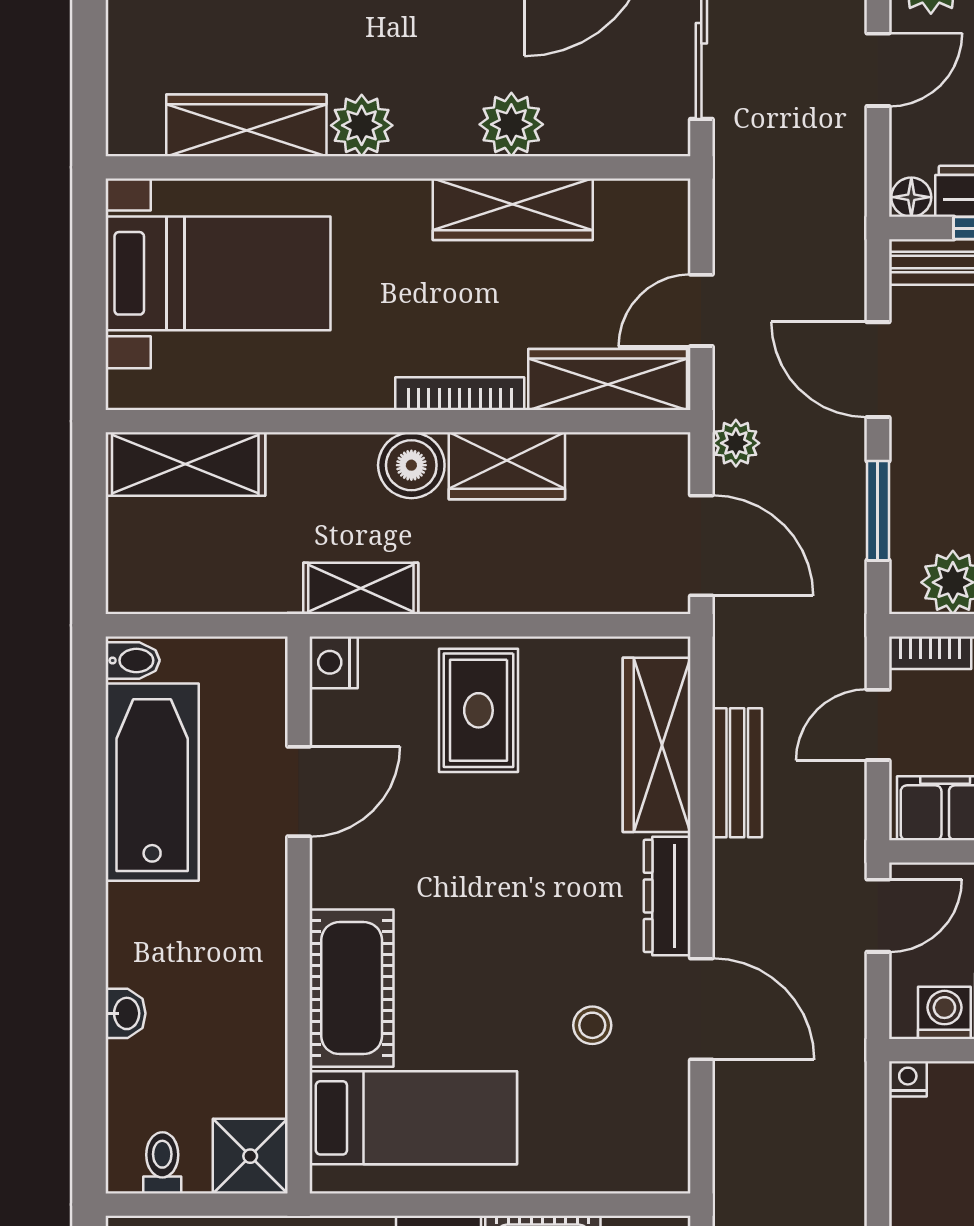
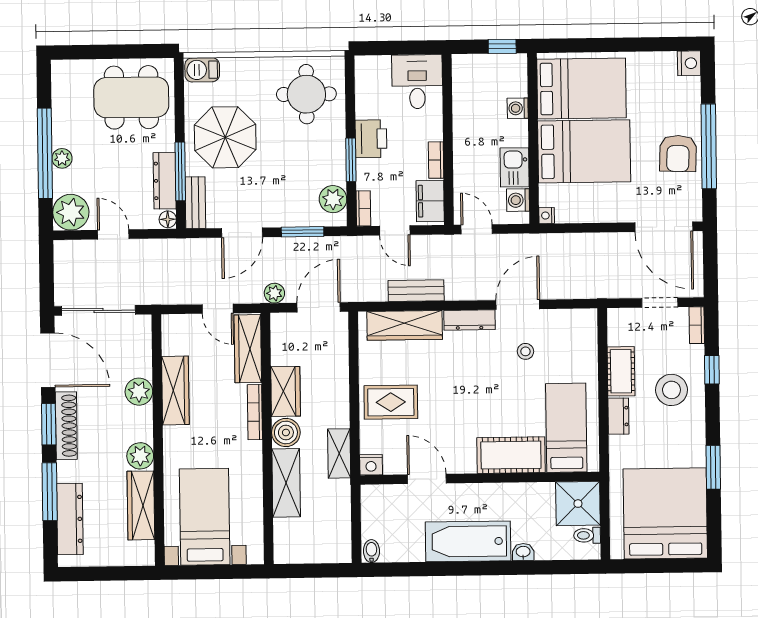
shelving: (185, 464) -> (286, 483), moved
bathtub: (152, 782) -> (468, 541), moved
shower: (250, 1156) -> (578, 504), width x1.36, depth x1.36

